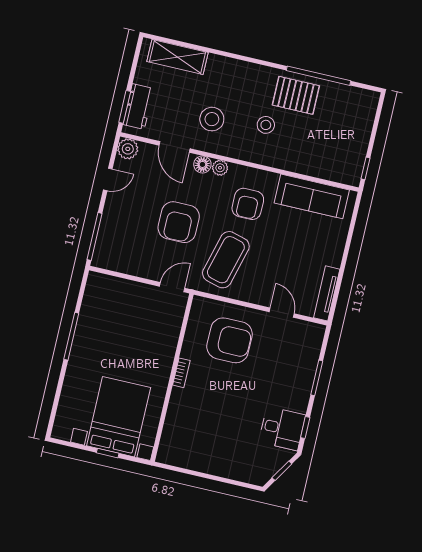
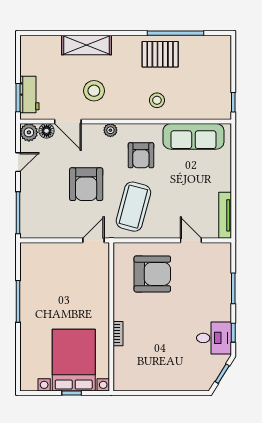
shelving: (178, 57) -> (87, 45), moved
stool: (266, 125) -> (157, 100), moved
floor lamp: (202, 164) -> (47, 131), moved
bookcase: (181, 373) -> (118, 334), moved

